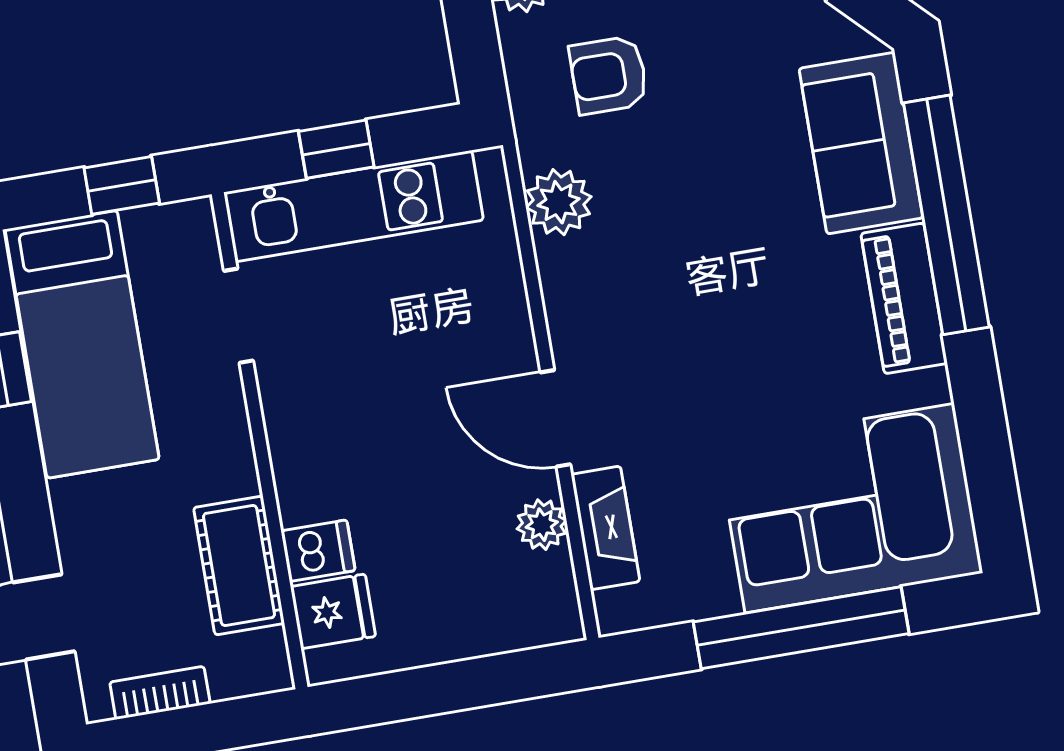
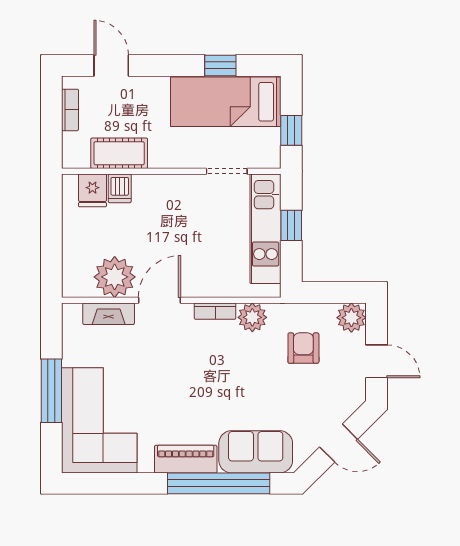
bookcase: (559, 289) -> (215, 311), added
plant: (542, 525) -> (115, 277), width x1.88, depth x1.88
window: (801, 628) -> (51, 391), width x0.68

